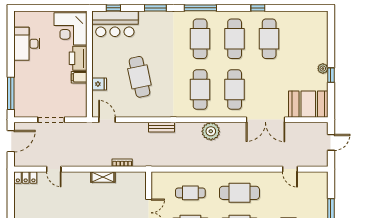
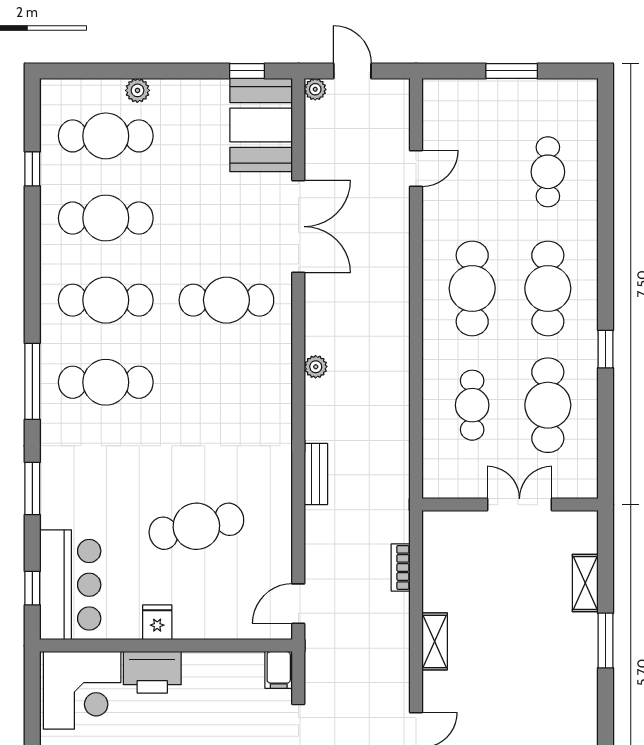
window: (258, 8) -> (32, 169), moved
plant: (323, 69) -> (137, 90), moved
window: (331, 75) -> (247, 71), moved
filing cabinet: (79, 77) -> (279, 670), moved
fridge: (99, 84) -> (157, 622), moved
cafe table: (200, 89) -> (106, 136), moved
plant: (323, 127) -> (315, 89), added
plant: (211, 131) -> (316, 367), width x0.53, depth x0.53
shelving: (103, 177) -> (435, 641), moved

